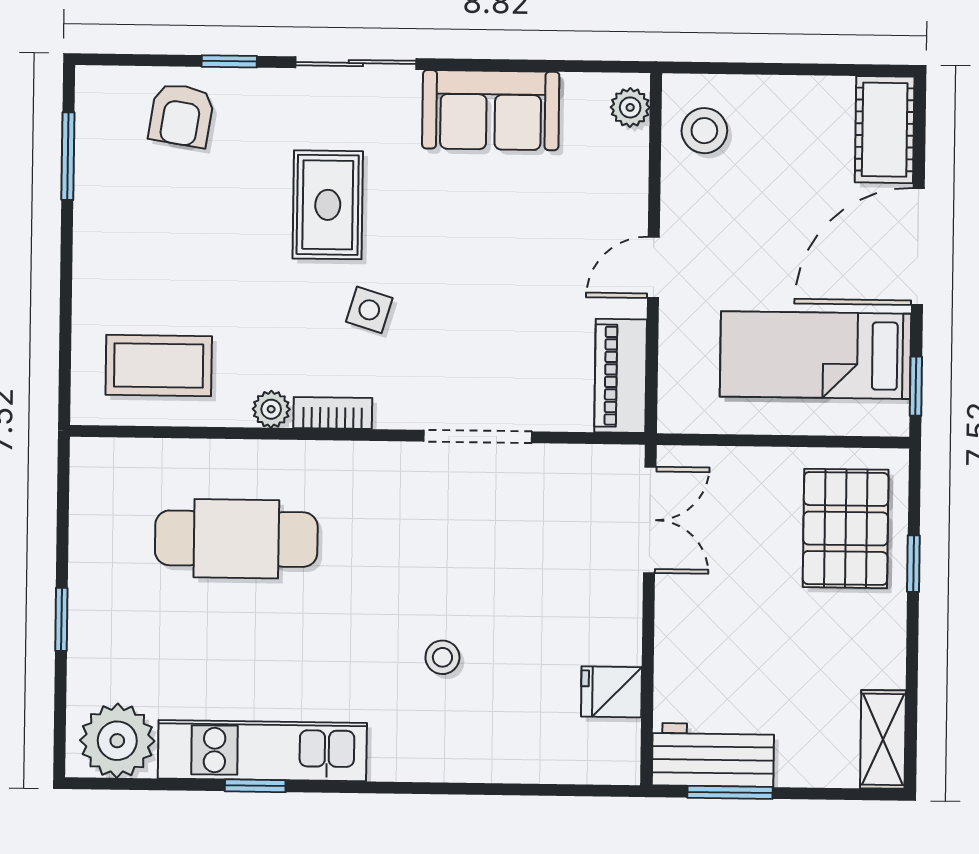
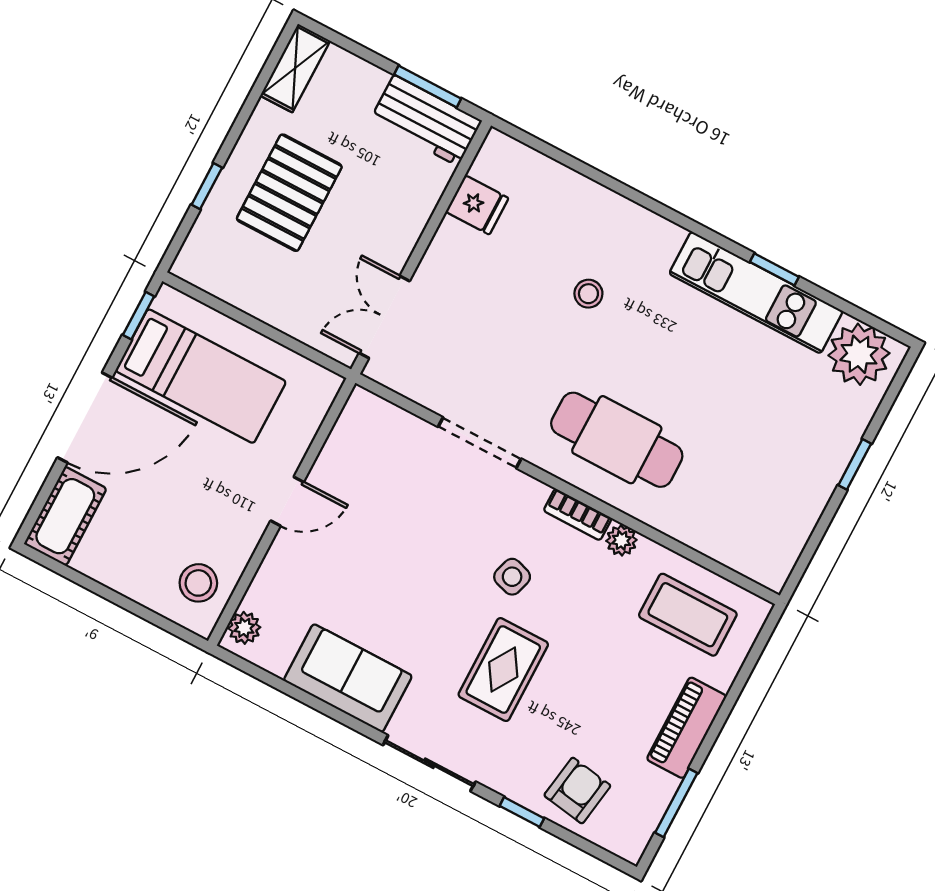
piano: (621, 376) -> (687, 728), moved, turned 180
pallet: (846, 528) -> (289, 193), moved
cafe table: (236, 539) -> (617, 440), moved

